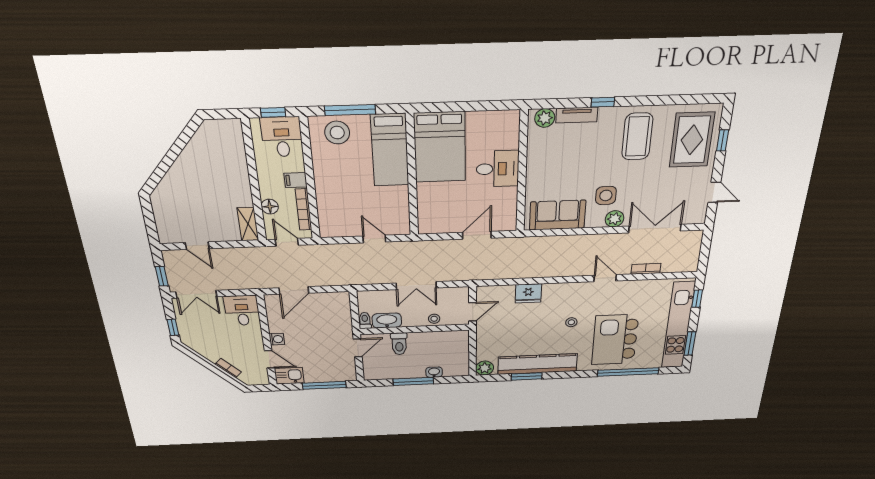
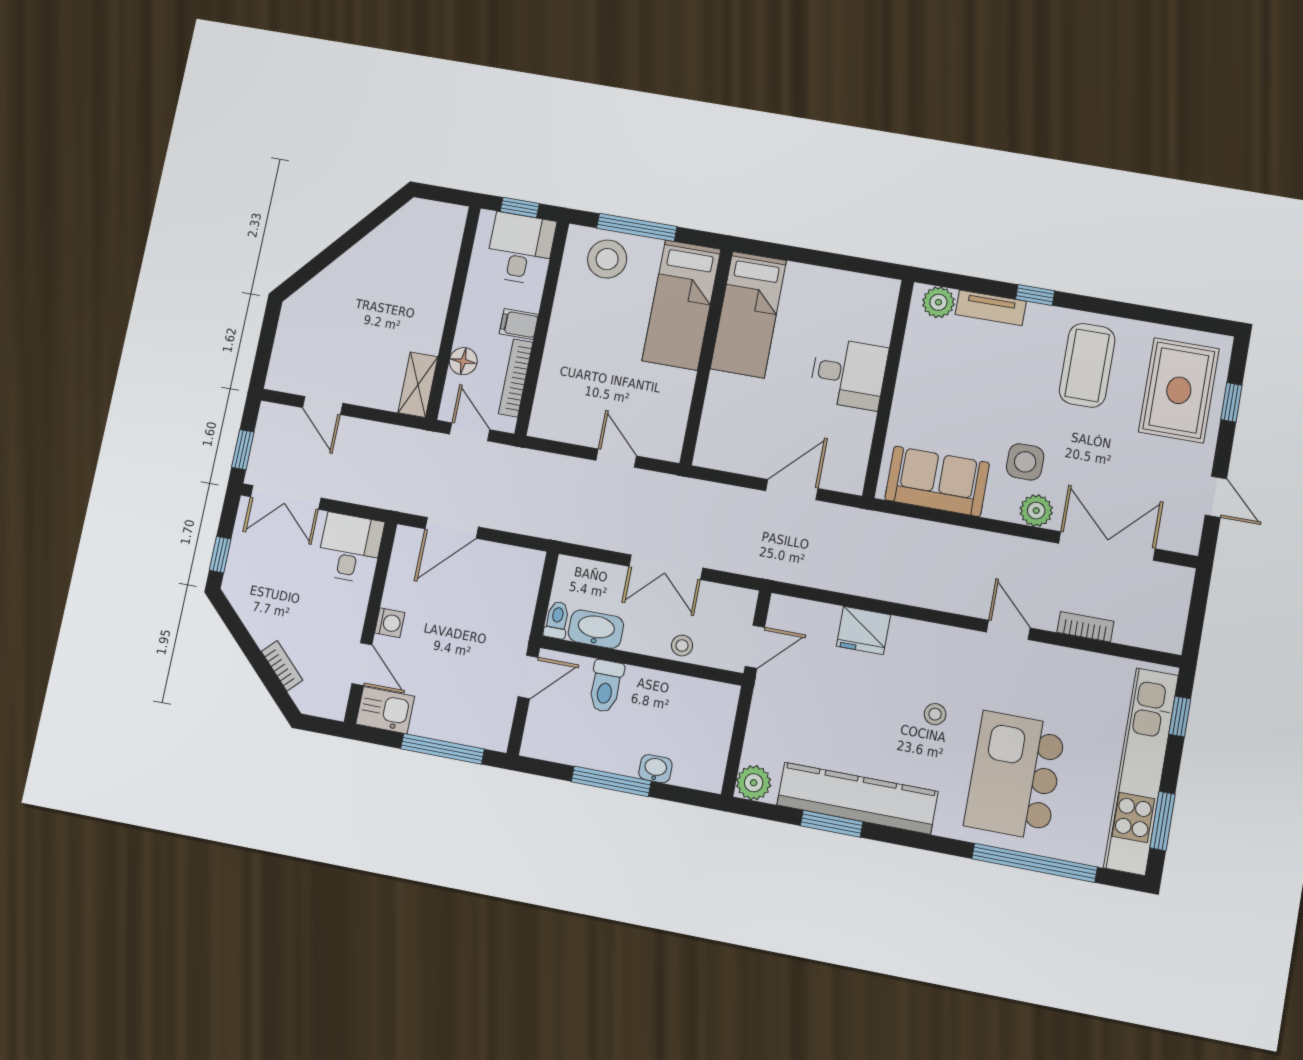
bed: (440, 147) -> (748, 315), width x0.67

